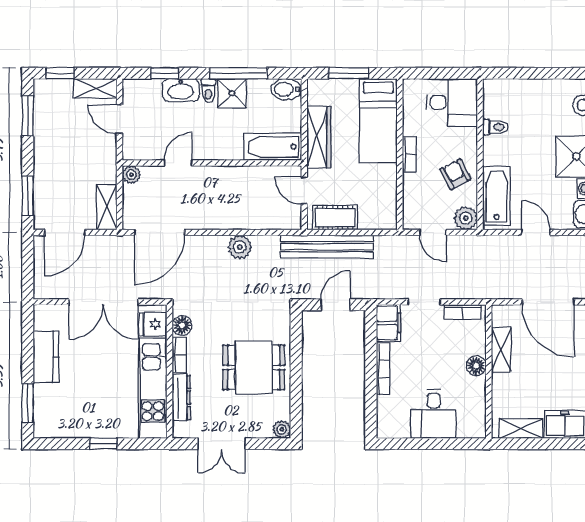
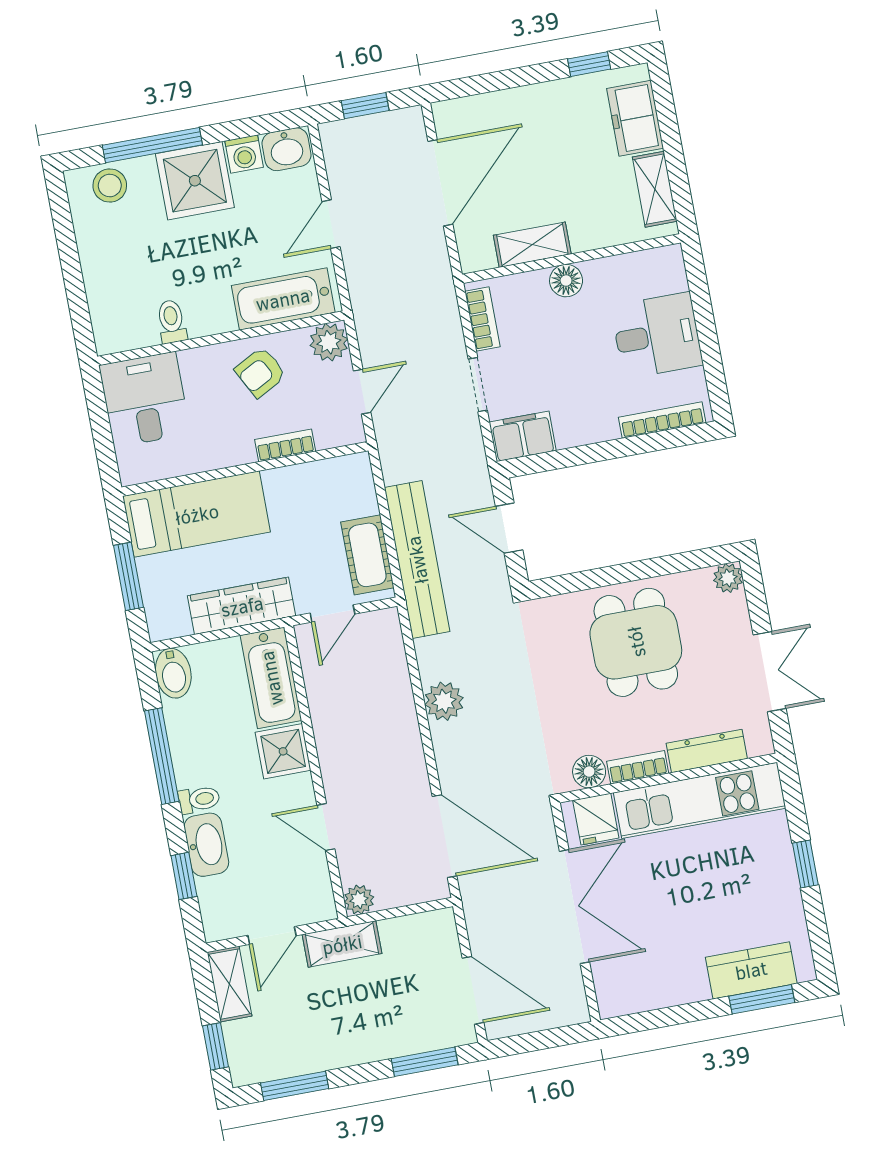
shower: (232, 93) -> (283, 751), moved
bookcase: (409, 154) -> (285, 445), moved
shelving: (107, 207) -> (342, 944), moved
kitchen counter: (46, 357) -> (751, 970), moved
bookcase: (383, 369) -> (662, 420), moved

